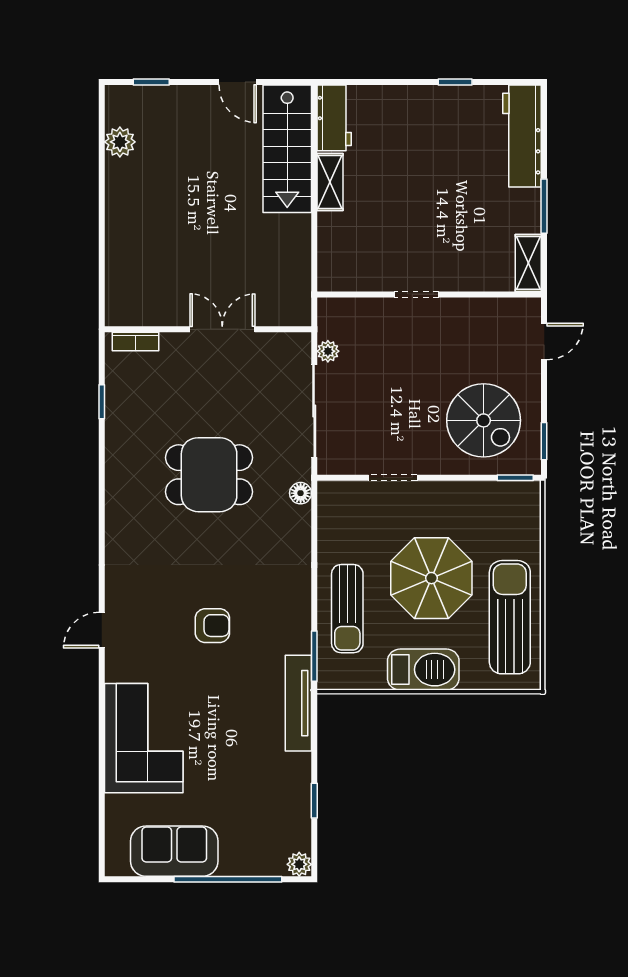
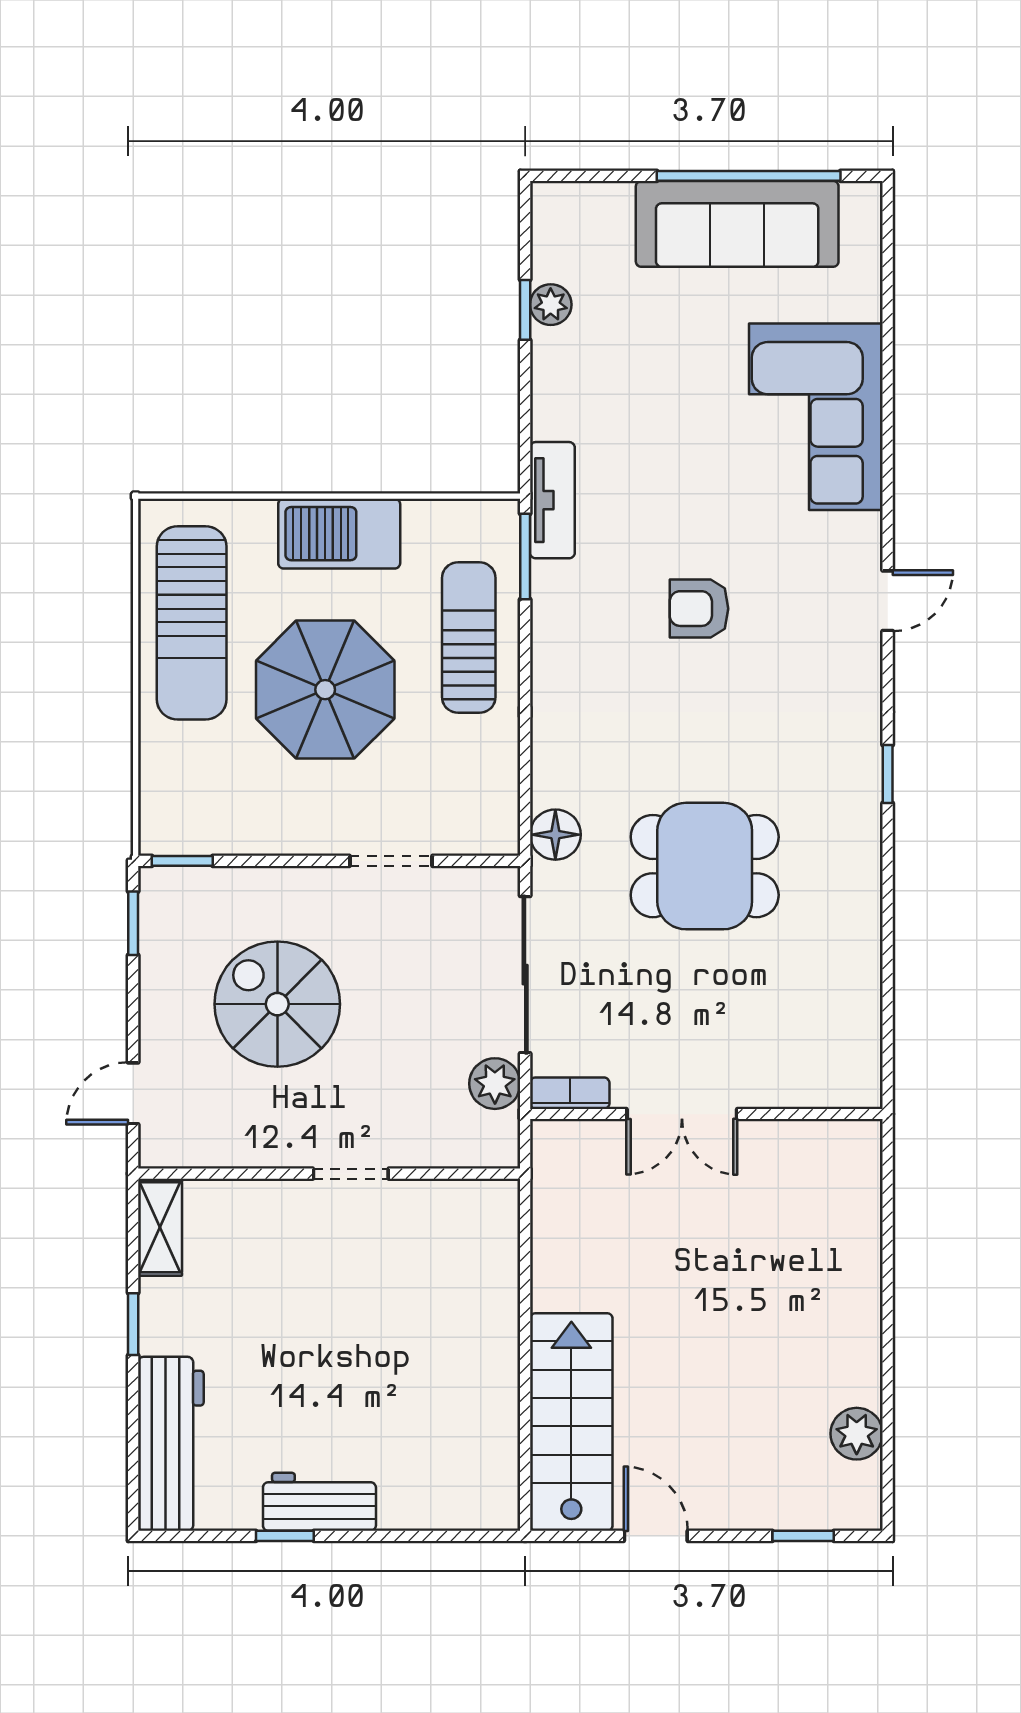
workbench: (334, 118) -> (319, 1502), moved, turned 90
shelving: (330, 182) -> (498, 1365), removed
window: (544, 206) -> (133, 1324), width x0.67
bookcase: (136, 342) -> (570, 1093), moved
plant: (328, 351) -> (495, 1084), width x1.38, depth x1.38
window: (102, 402) -> (888, 774), moved
spiral stairs: (484, 420) -> (277, 1004), moved
floor lamp: (301, 493) -> (555, 835), width x1.37, depth x1.37
tv unit: (298, 703) -> (552, 500), width x0.71
sofa: (174, 851) -> (737, 224), width x1.36
plant: (299, 864) -> (551, 305), moved
window: (228, 879) -> (749, 176), moved

